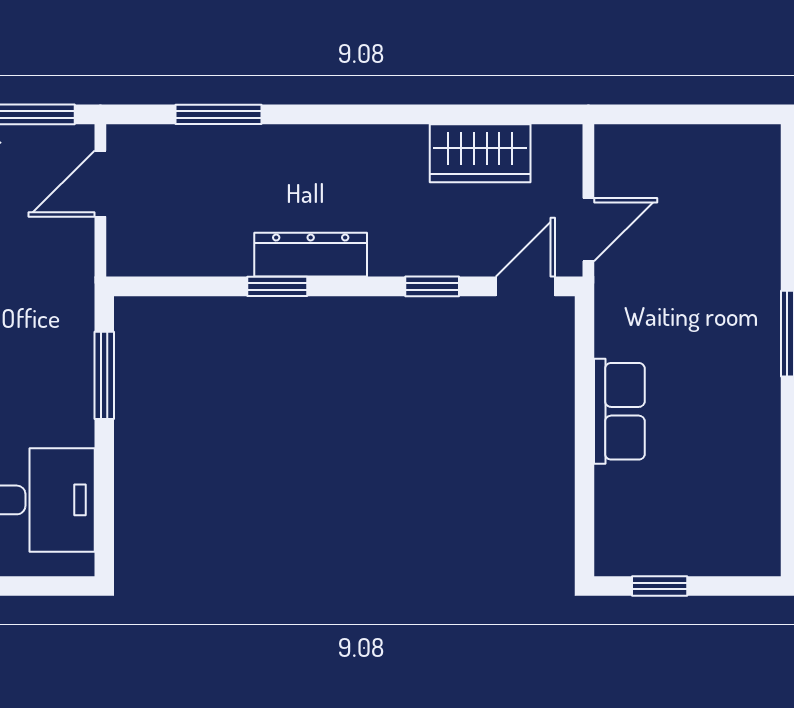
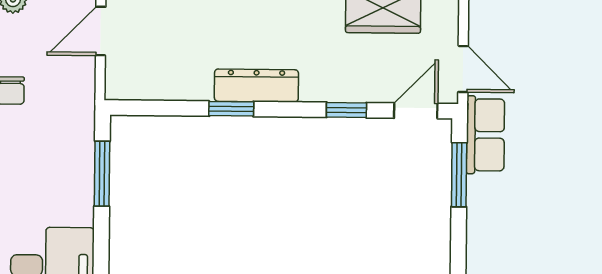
door: (588, 230) -> (463, 69), hinge flipped
window: (585, 372) -> (459, 175), added
row of seats: (619, 411) -> (485, 135), moved

